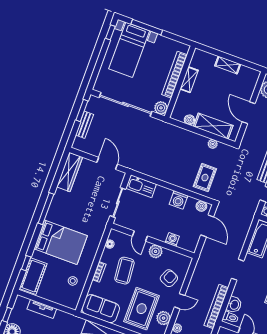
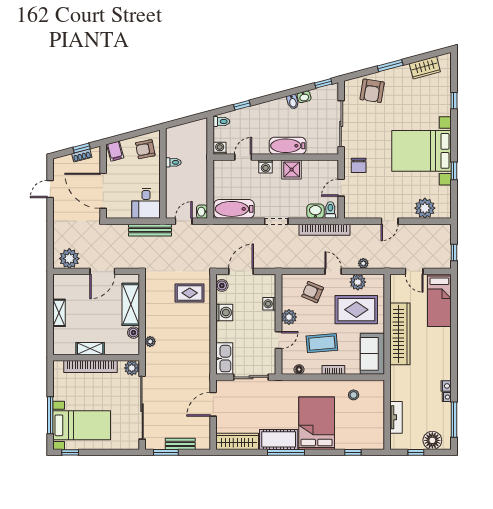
plant: (213, 144) -> (150, 342), moved
cot: (33, 276) -> (279, 439), moved

